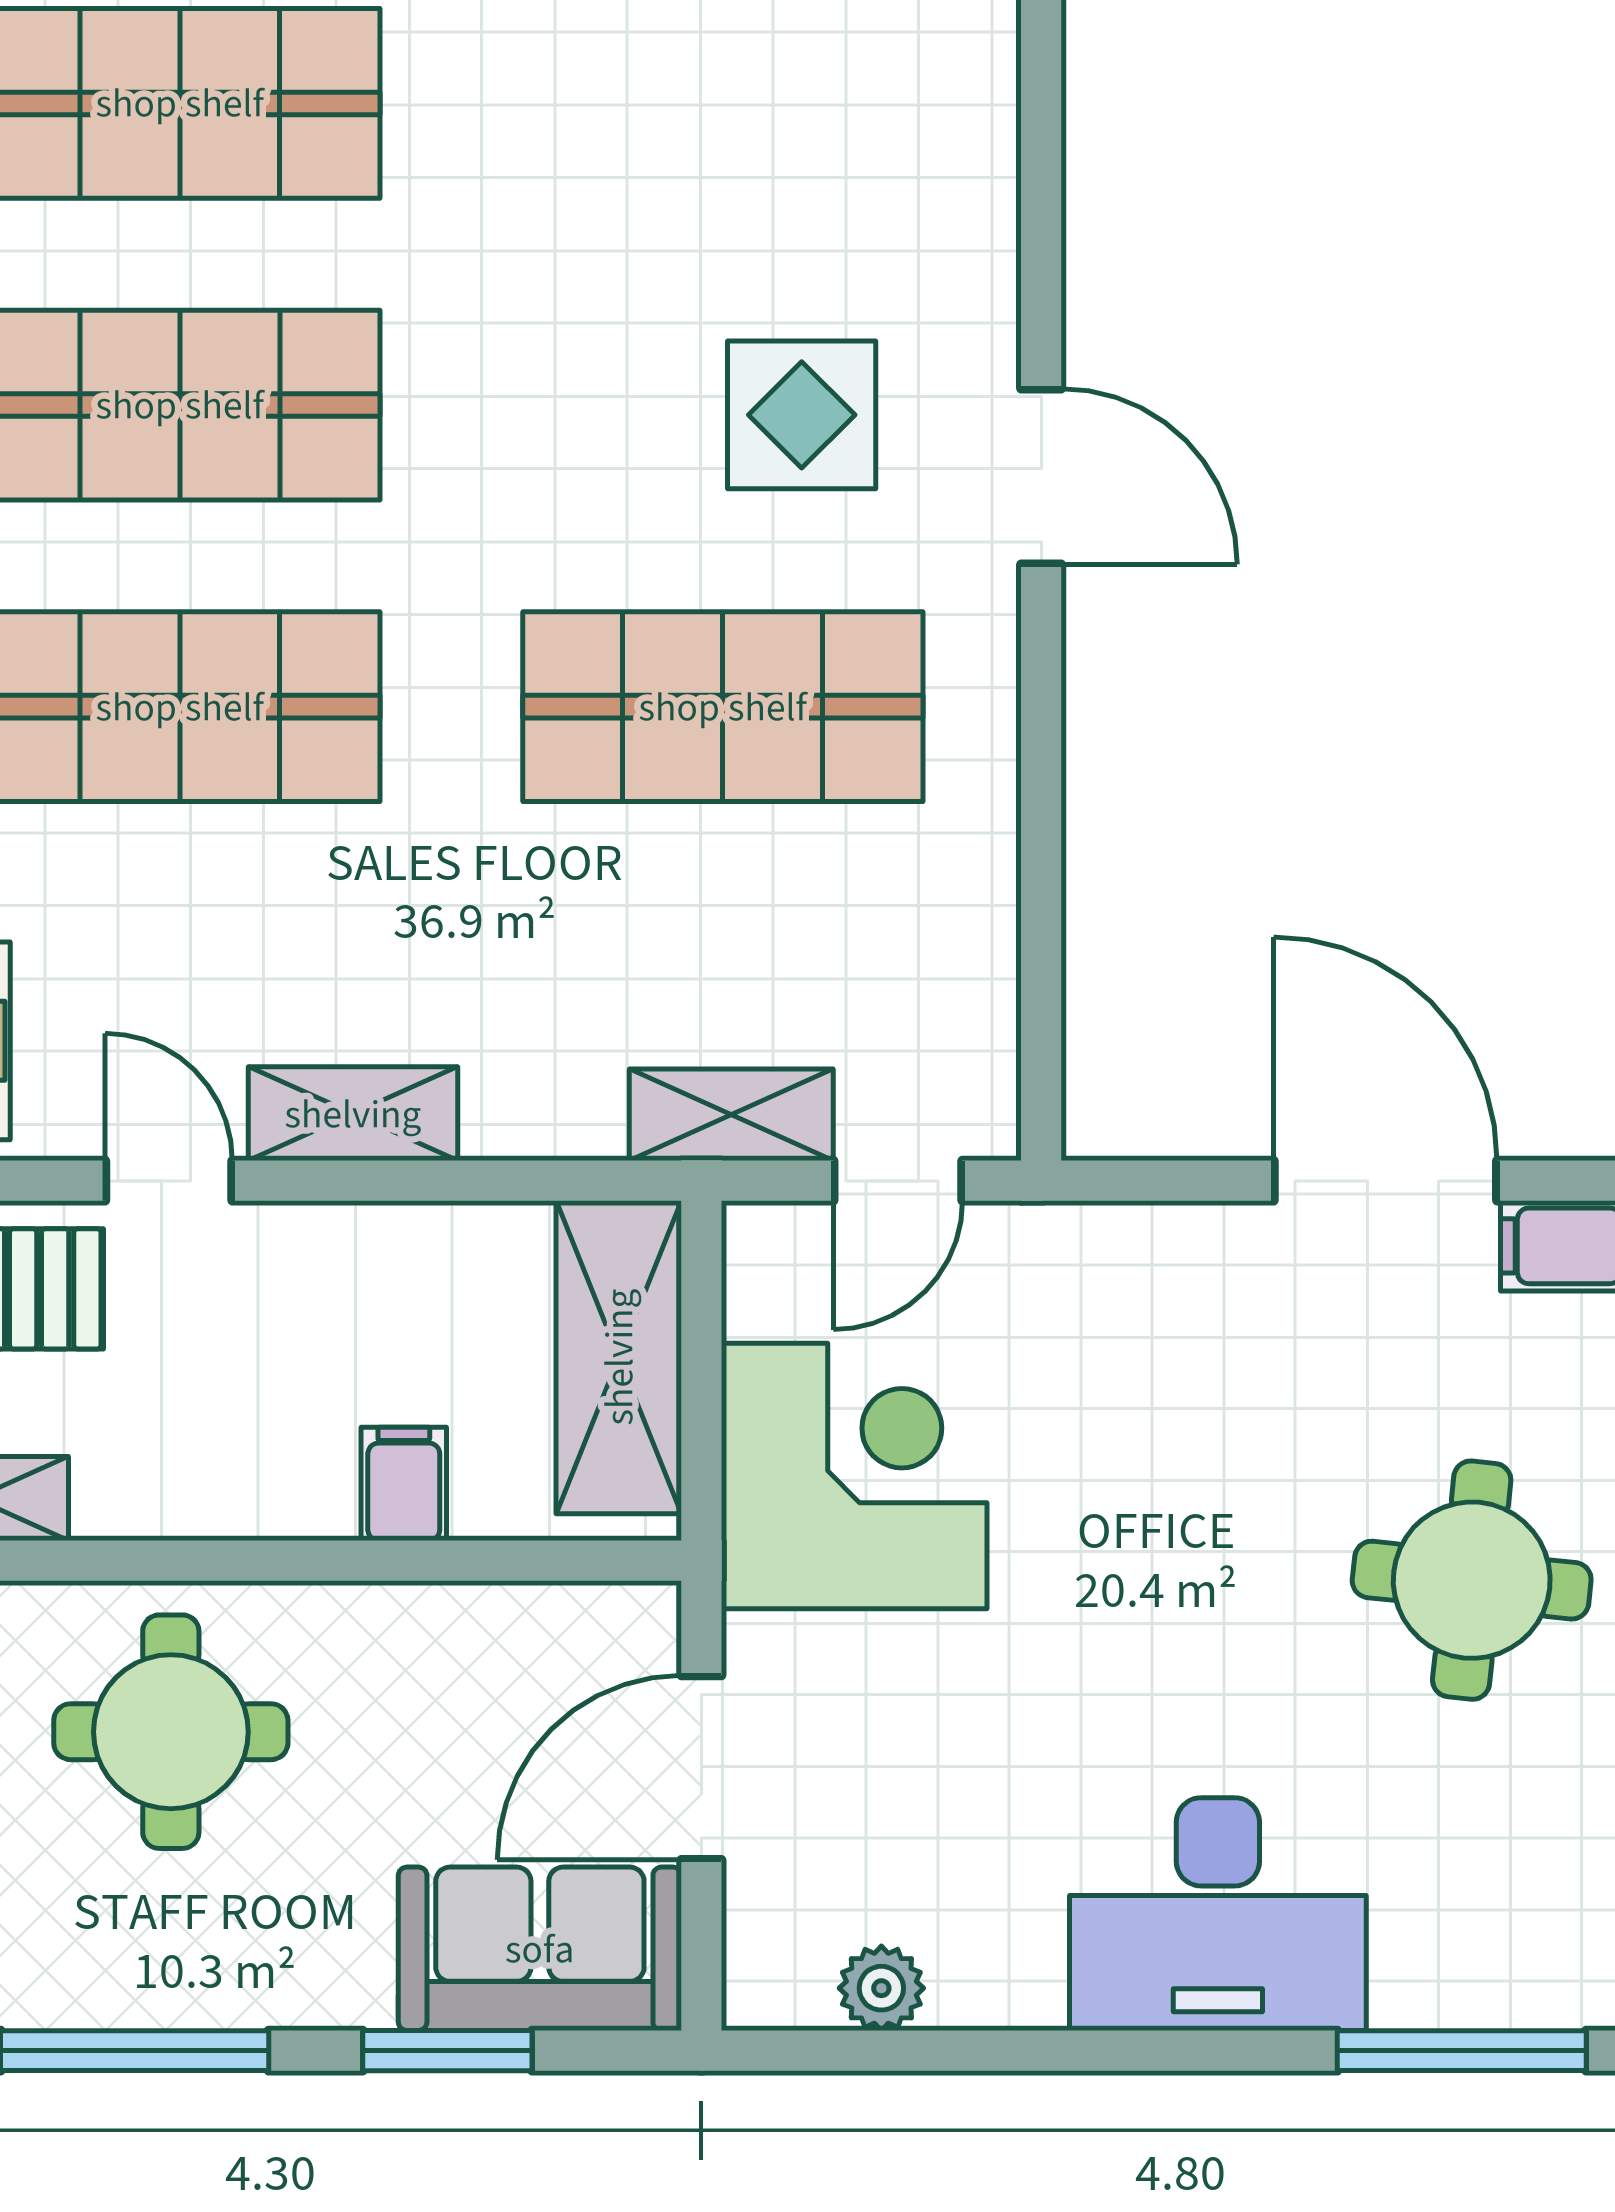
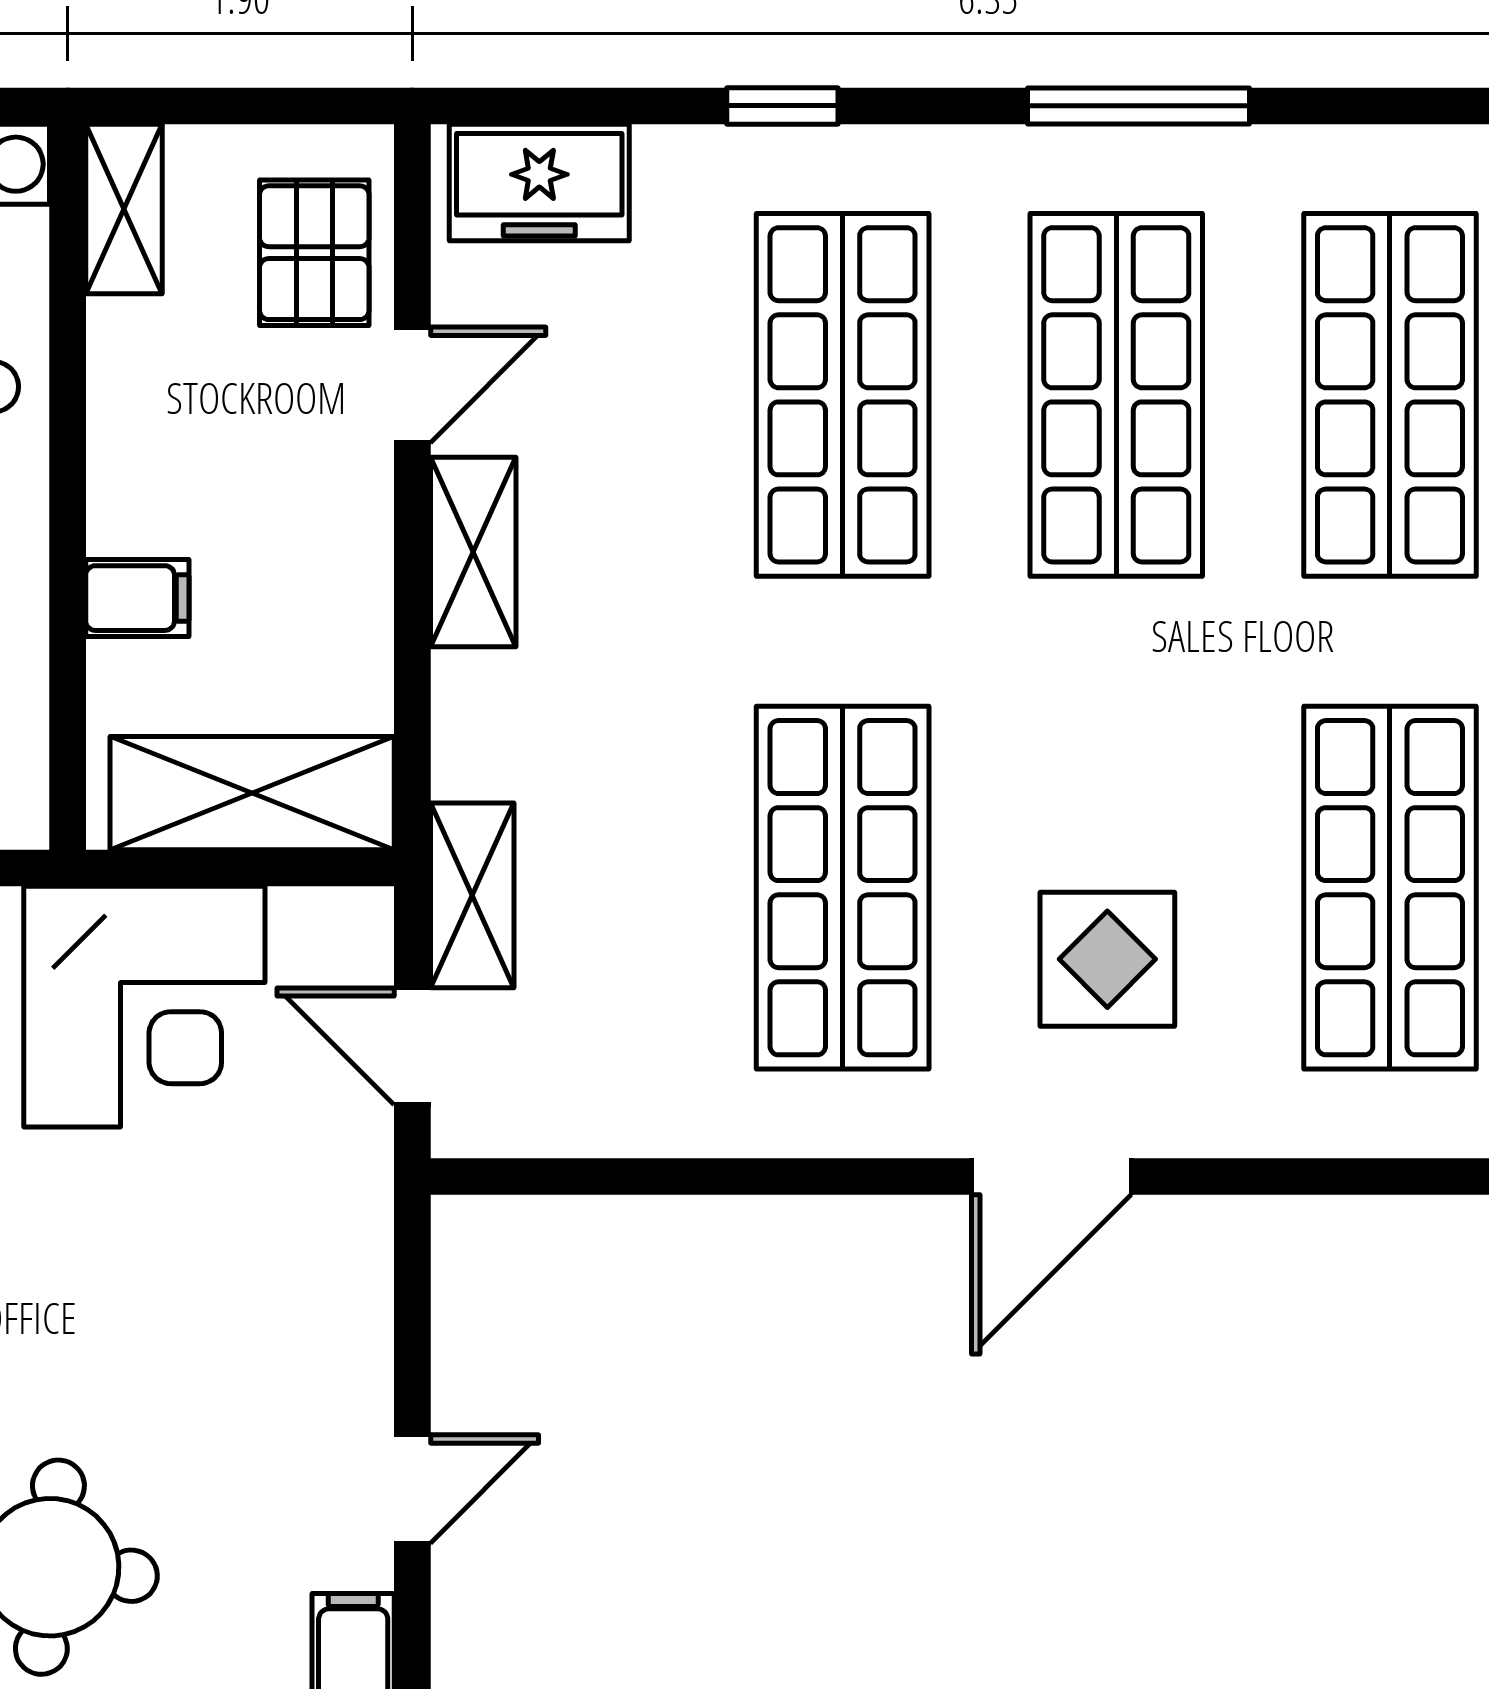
shop shelf: (723, 103) -> (1390, 888), added
door: (1385, 1181) -> (412, 1489), width x0.53

